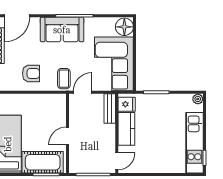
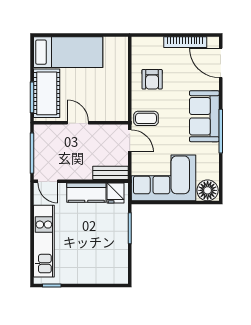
plant: (198, 99) -> (122, 278), removed
kitchen unit: (194, 143) -> (44, 241), moved, turned 90

